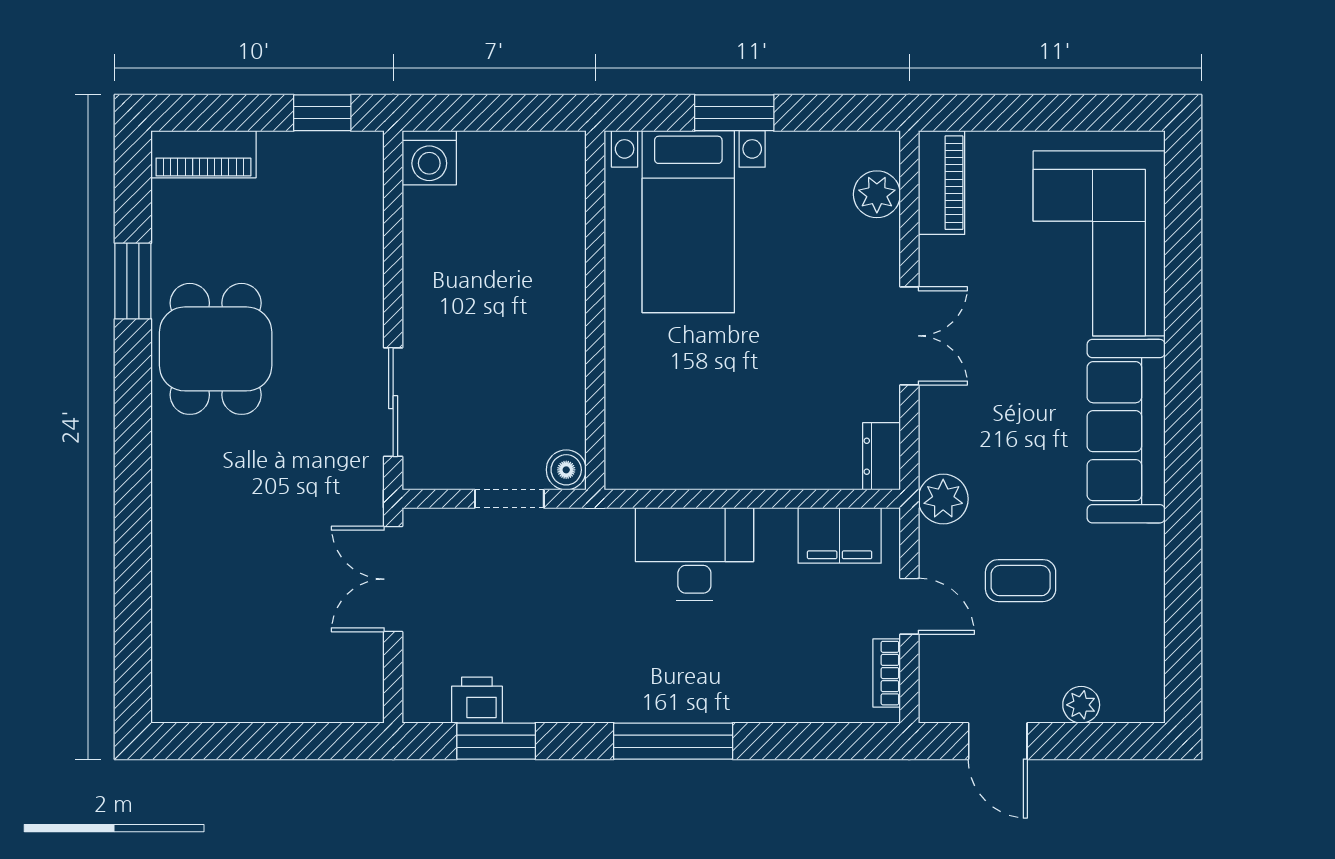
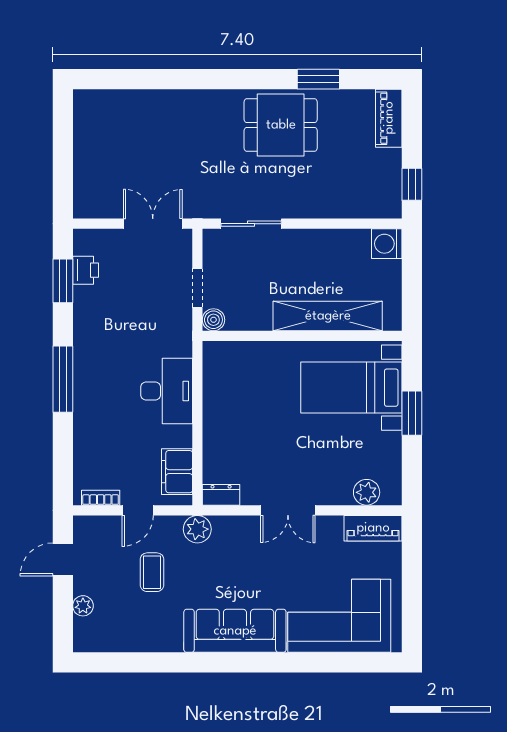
shelving: (559, 264) -> (328, 316), added

